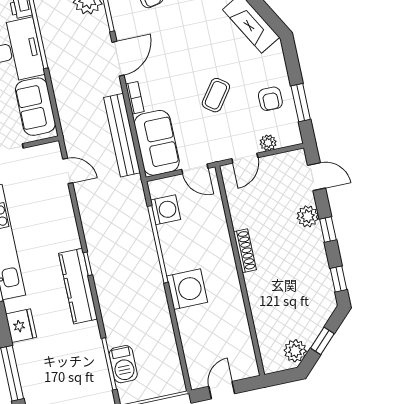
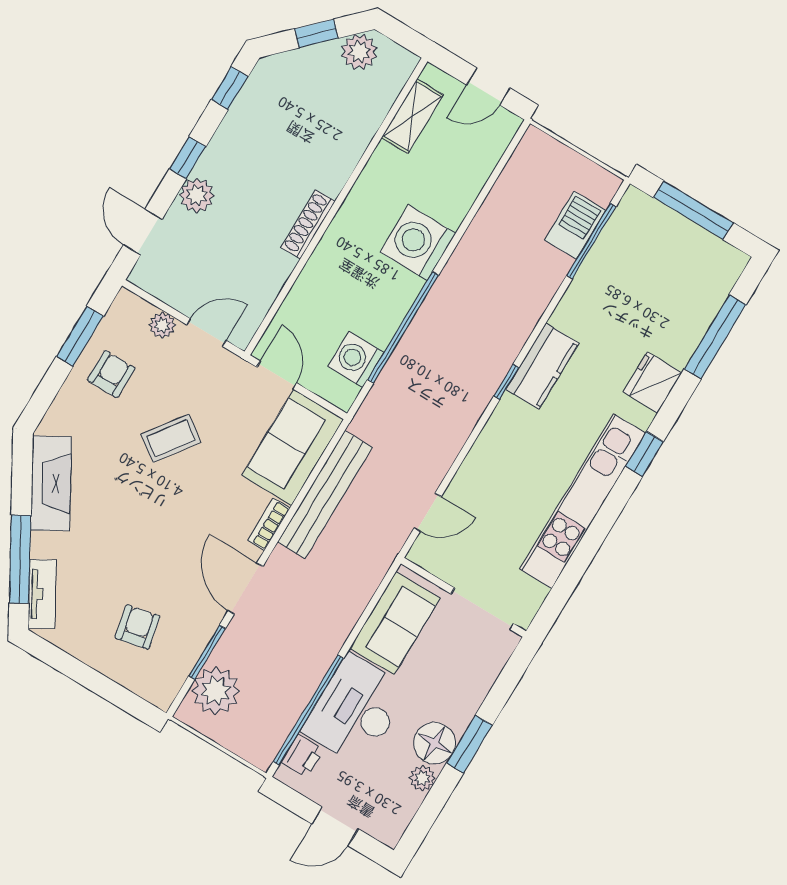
door: (118, 59) -> (245, 589), hinge flipped
door: (68, 171) -> (428, 512), swing flipped
kitchen counter: (78, 286) -> (542, 366), width x0.67
shelving: (244, 344) -> (412, 116), added

